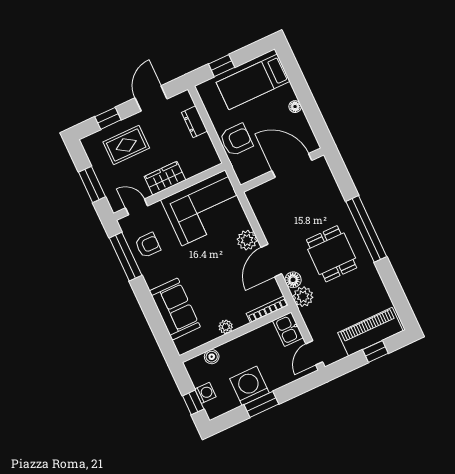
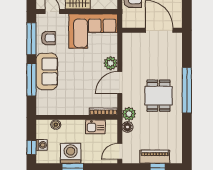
floor lamp: (293, 280) -> (127, 127), moved
sofa: (175, 309) -> (47, 71), moved
window: (151, 312) -> (31, 80), added
plant: (226, 327) -> (73, 110), removed
kitchen sink: (288, 329) -> (95, 127), moved, turned -90
piano: (370, 332) -> (155, 157), width x0.73, depth x0.75

